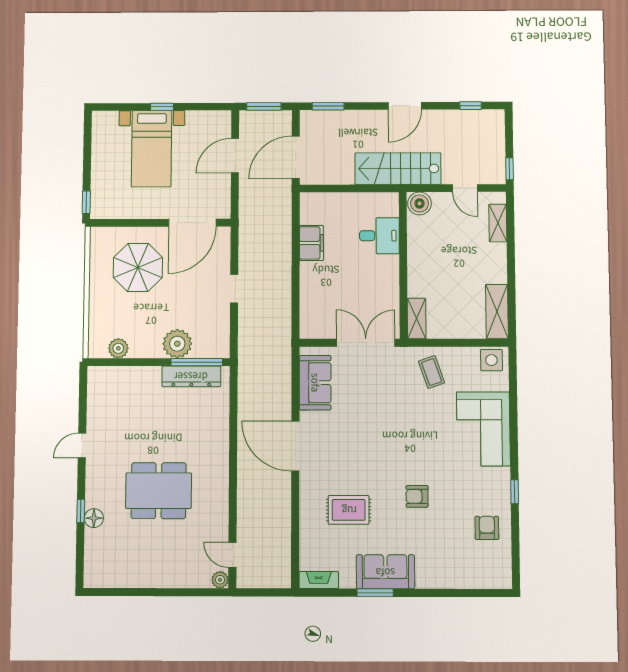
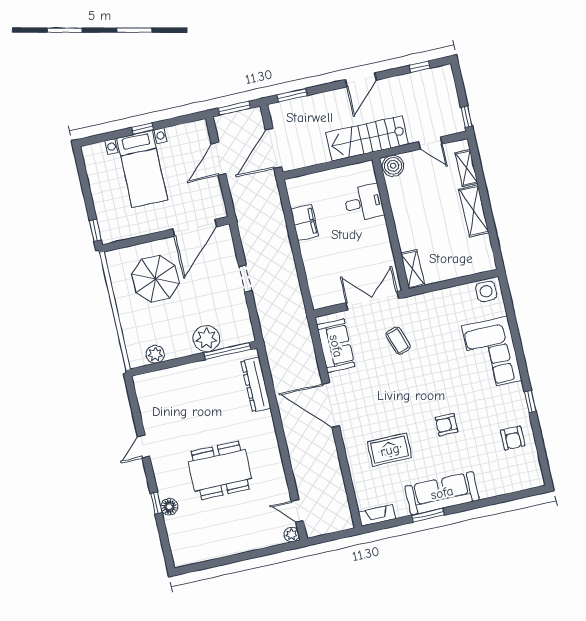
shelving: (497, 311) -> (474, 211), moved
coffee table: (432, 372) -> (398, 341), moved
dresser: (191, 376) -> (256, 385), moved, turned 90
armchair: (487, 528) -> (513, 438), turned 180
sofa: (385, 572) -> (442, 493), width x1.36

